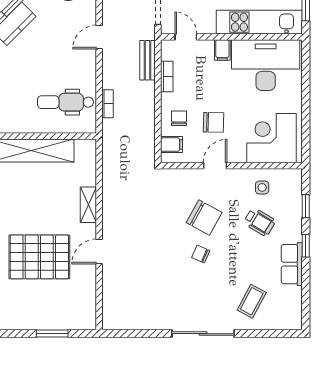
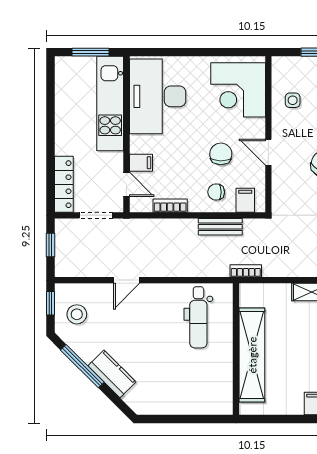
door: (99, 37) -> (127, 280), hinge flipped
door: (186, 37) -> (126, 184), swing flipped
filing cabinet: (222, 50) -> (141, 163), moved
bench: (148, 60) -> (220, 227), moved
bookcase: (107, 104) -> (246, 271), moved

